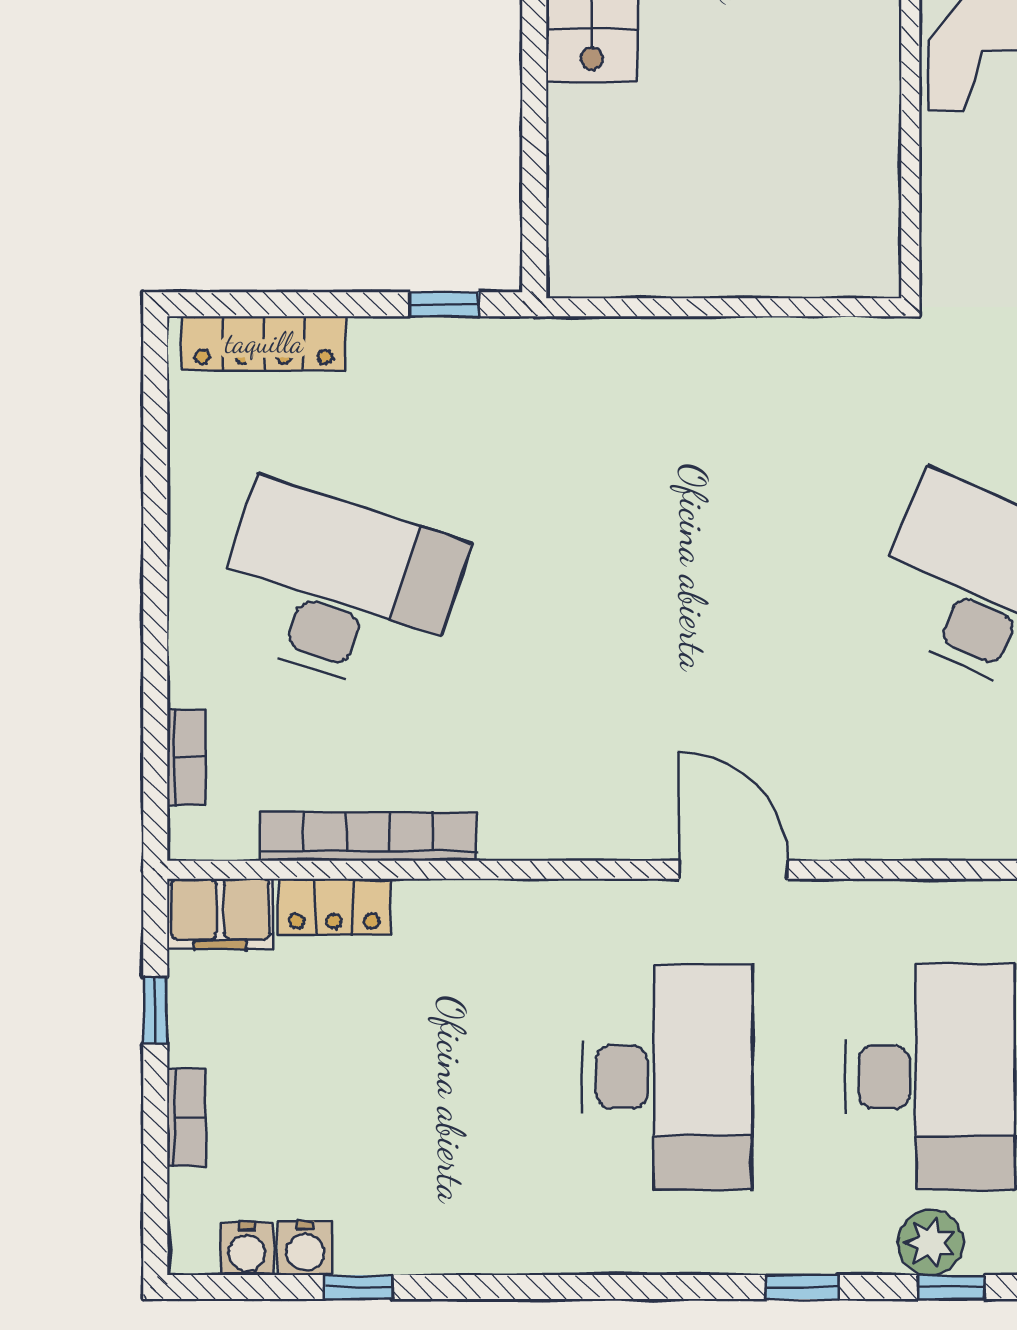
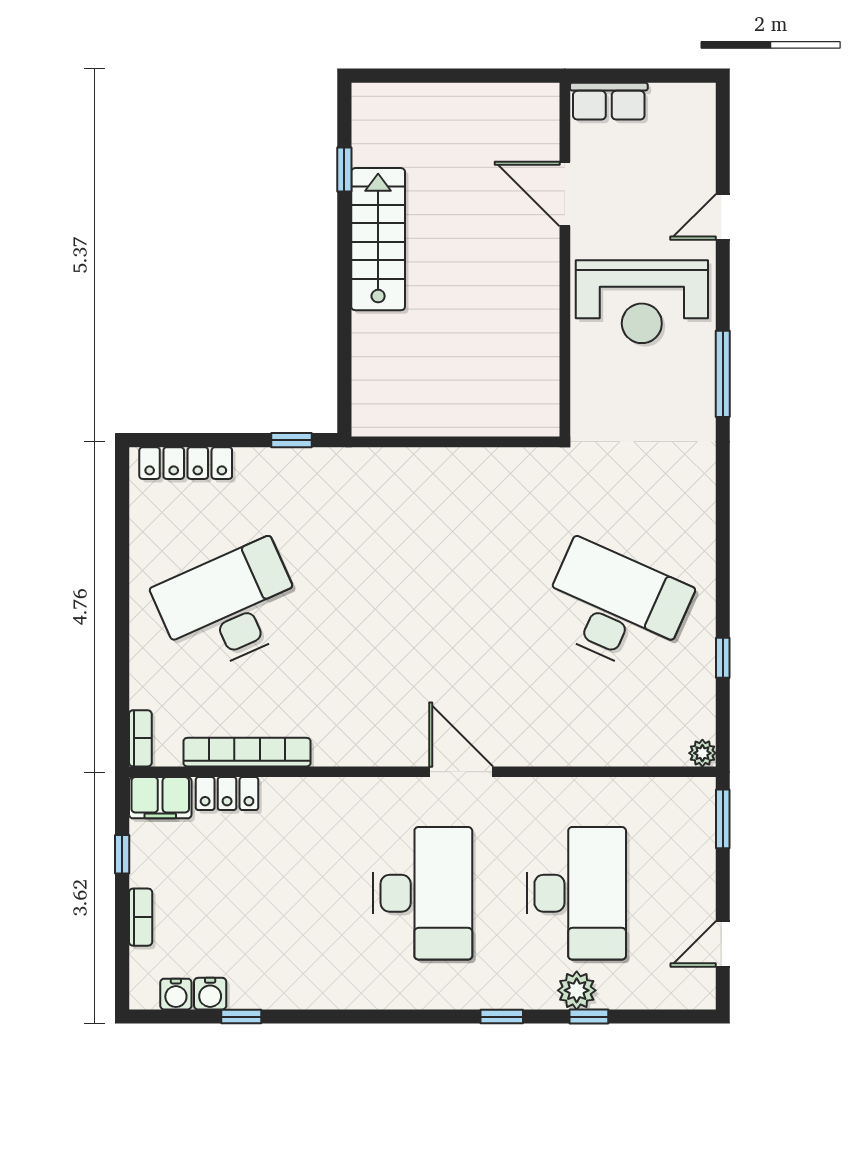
desk: (338, 588) -> (229, 607), turned -42
bookcase: (186, 757) -> (140, 738), moved

